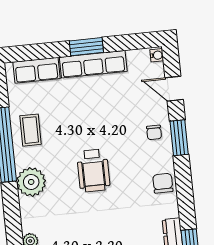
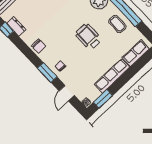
window: (86, 47) -> (103, 99), moved
door: (174, 89) -> (67, 93), swing flipped
wheelchair: (93, 171) -> (88, 37), moved

